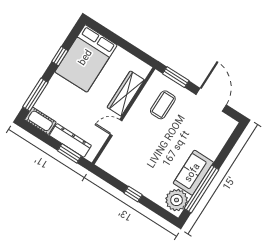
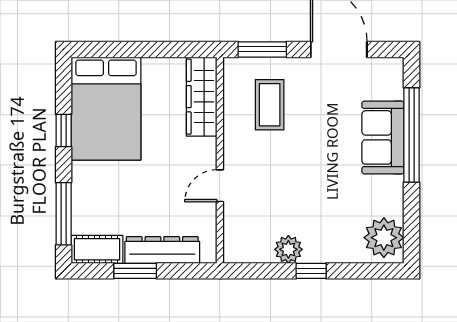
wardrobe: (126, 94) -> (202, 97), moved
window: (69, 153) -> (135, 271), moved
sofa: (193, 173) -> (383, 137), moved
plant: (129, 177) -> (288, 249), added
window: (201, 189) -> (412, 135), moved

